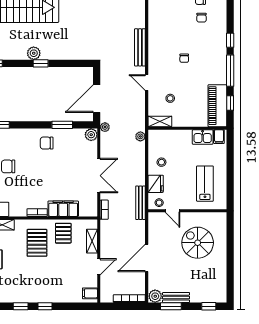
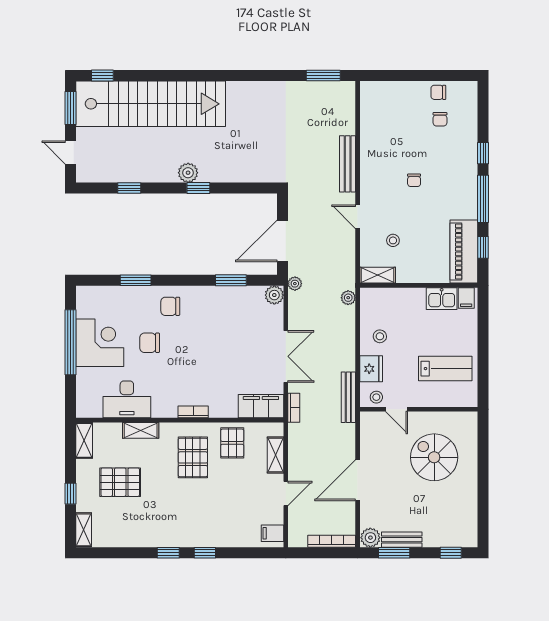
chair: (47, 143) -> (170, 306), moved
lab bench: (205, 184) -> (445, 369), turned 90
filing cabinet: (63, 209) -> (261, 406), moved

